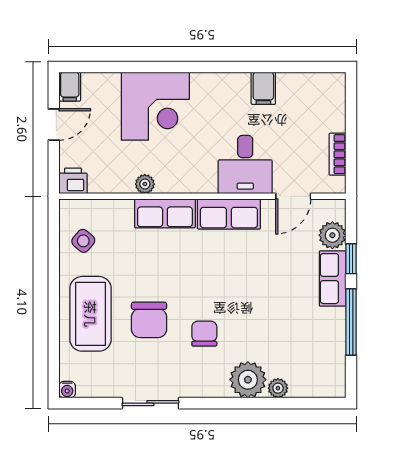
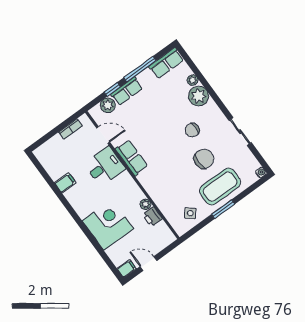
printer: (73, 181) -> (152, 217), moved
row of seats: (165, 213) -> (166, 63), moved, turned 90
window: (54, 294) -> (223, 209), added

